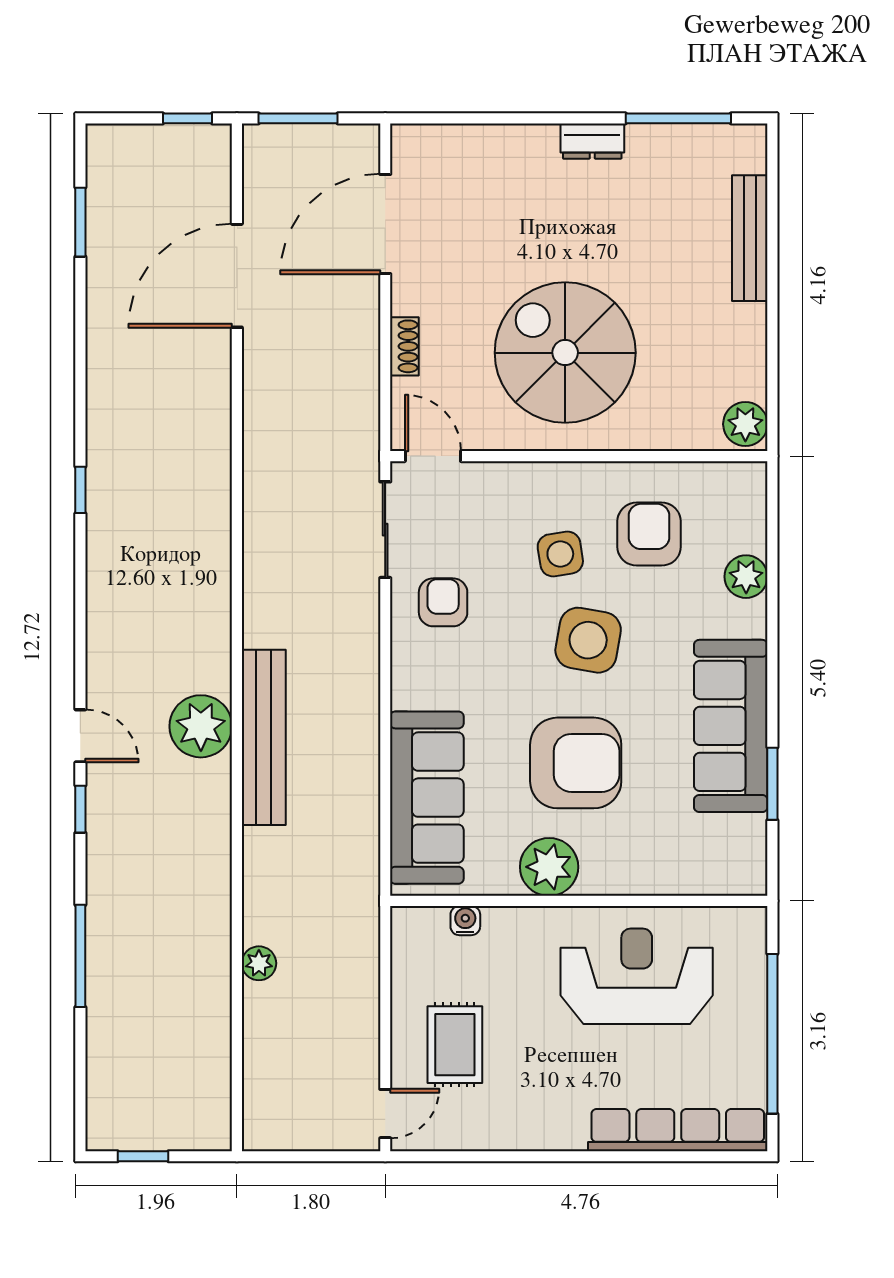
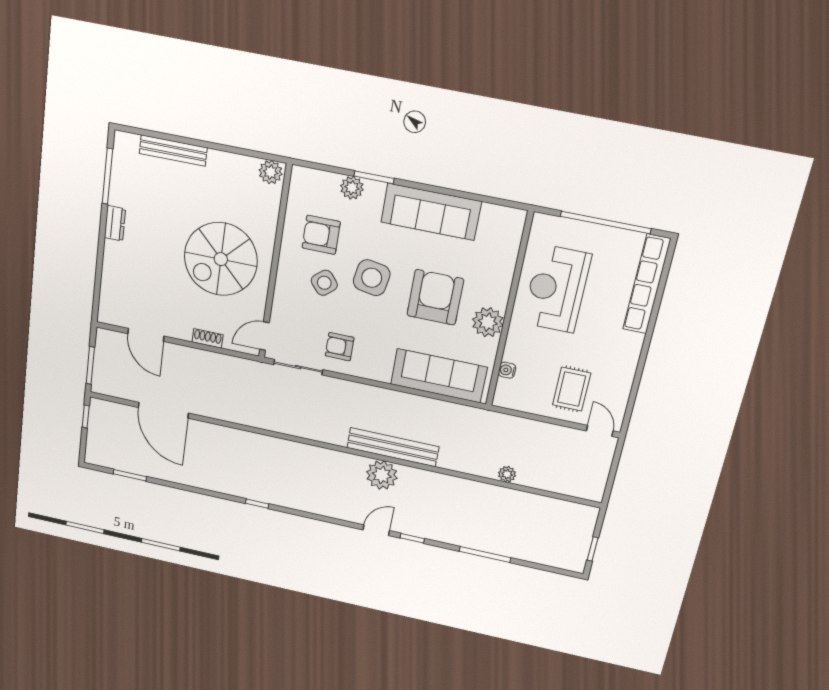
door: (385, 224) -> (146, 335), width x0.73
side table: (560, 554) -> (324, 283), turned -31
window: (772, 784) -> (374, 177), moved
rug: (455, 1045) -> (572, 389), turned 90

